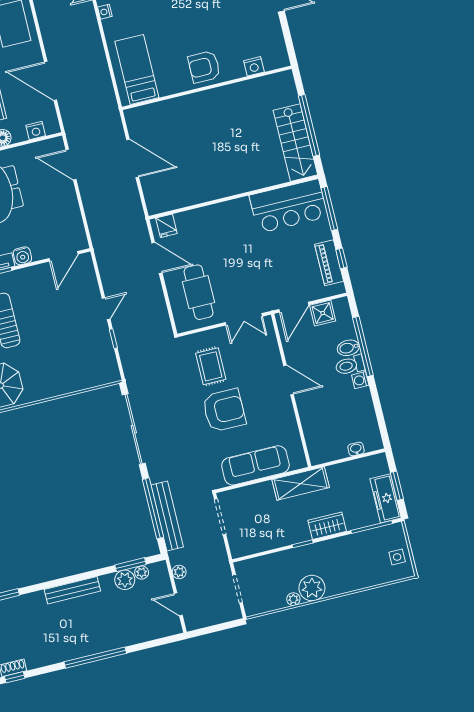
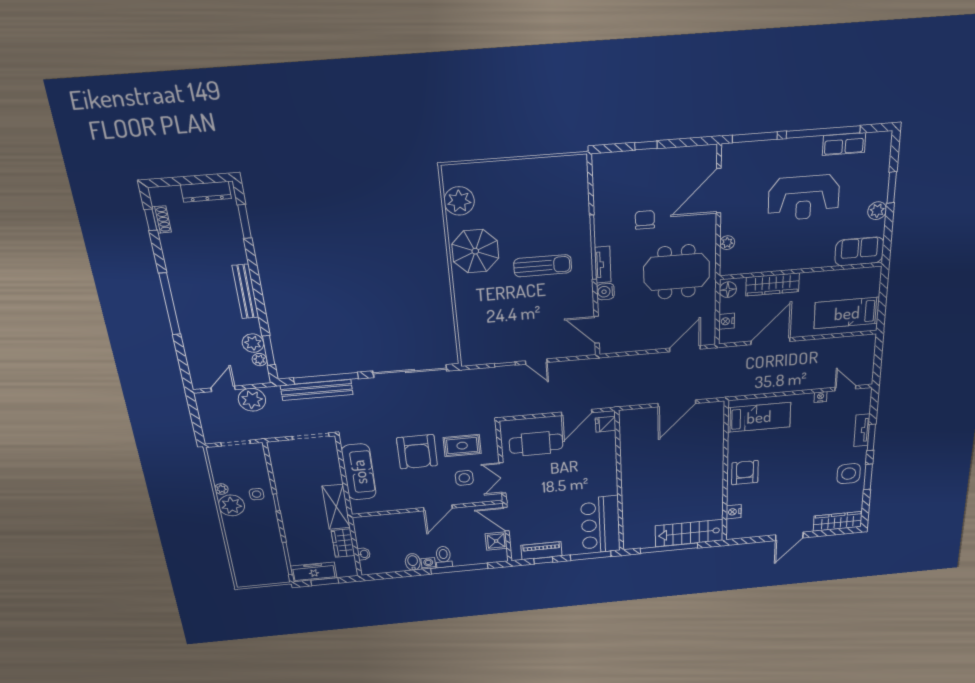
stairs: (295, 143) -> (689, 533), moved
bidet: (348, 348) -> (413, 562), moved
side table: (249, 358) -> (464, 478), added
wardrobe: (327, 526) -> (343, 543), moved, turned 180
side table: (397, 557) -> (257, 494), moved
plant: (179, 572) -> (252, 400), width x1.88, depth x1.88

